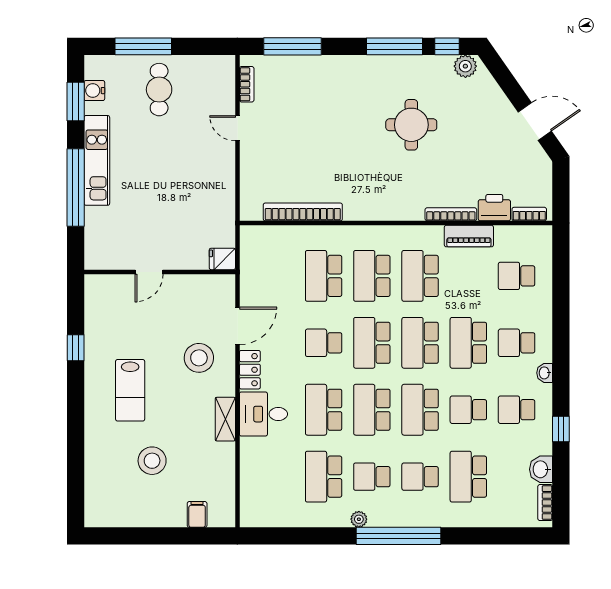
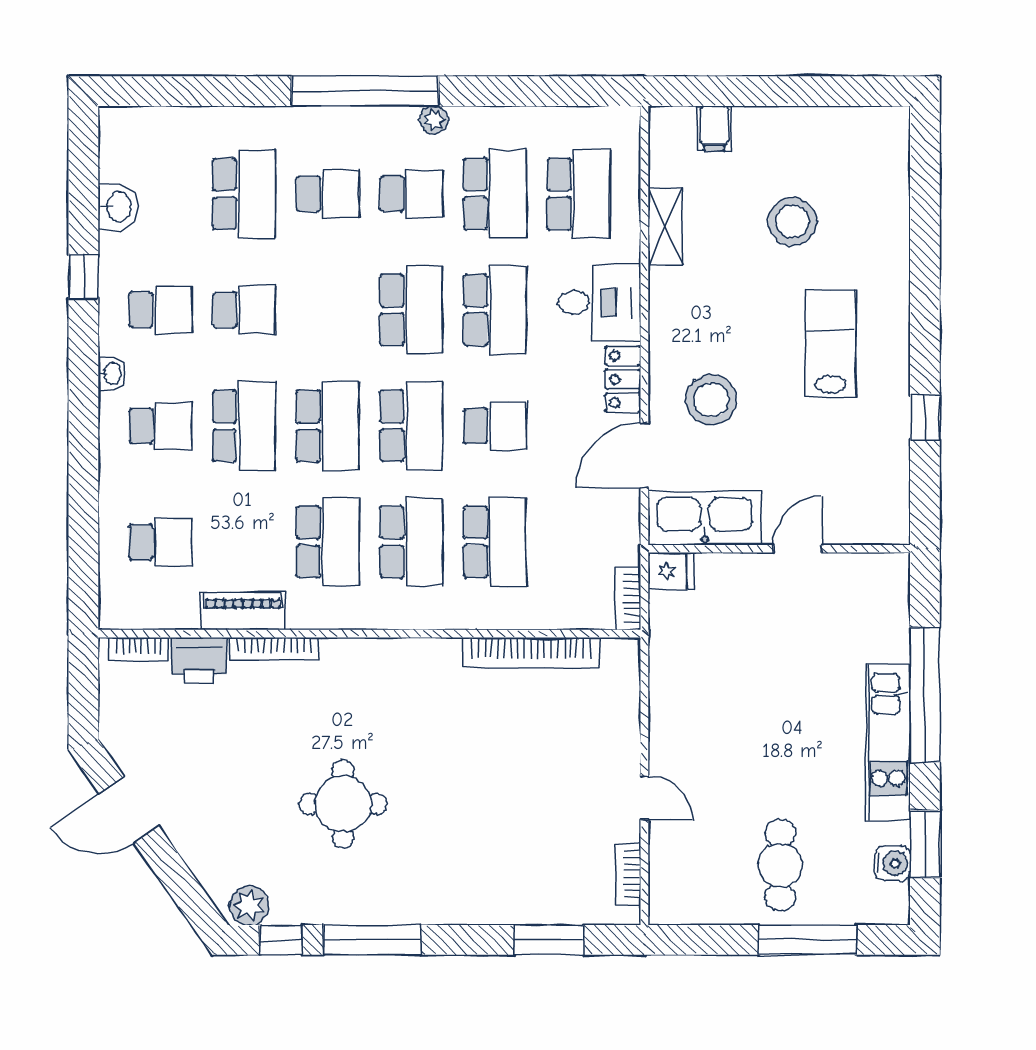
window: (292, 46) -> (549, 940), width x0.69
kitchen sink: (203, 290) -> (705, 518), added
school desk: (420, 410) -> (579, 194), moved
shelving: (225, 419) -> (665, 227), moved
bookcase: (545, 503) -> (628, 599), moved, turned 180

